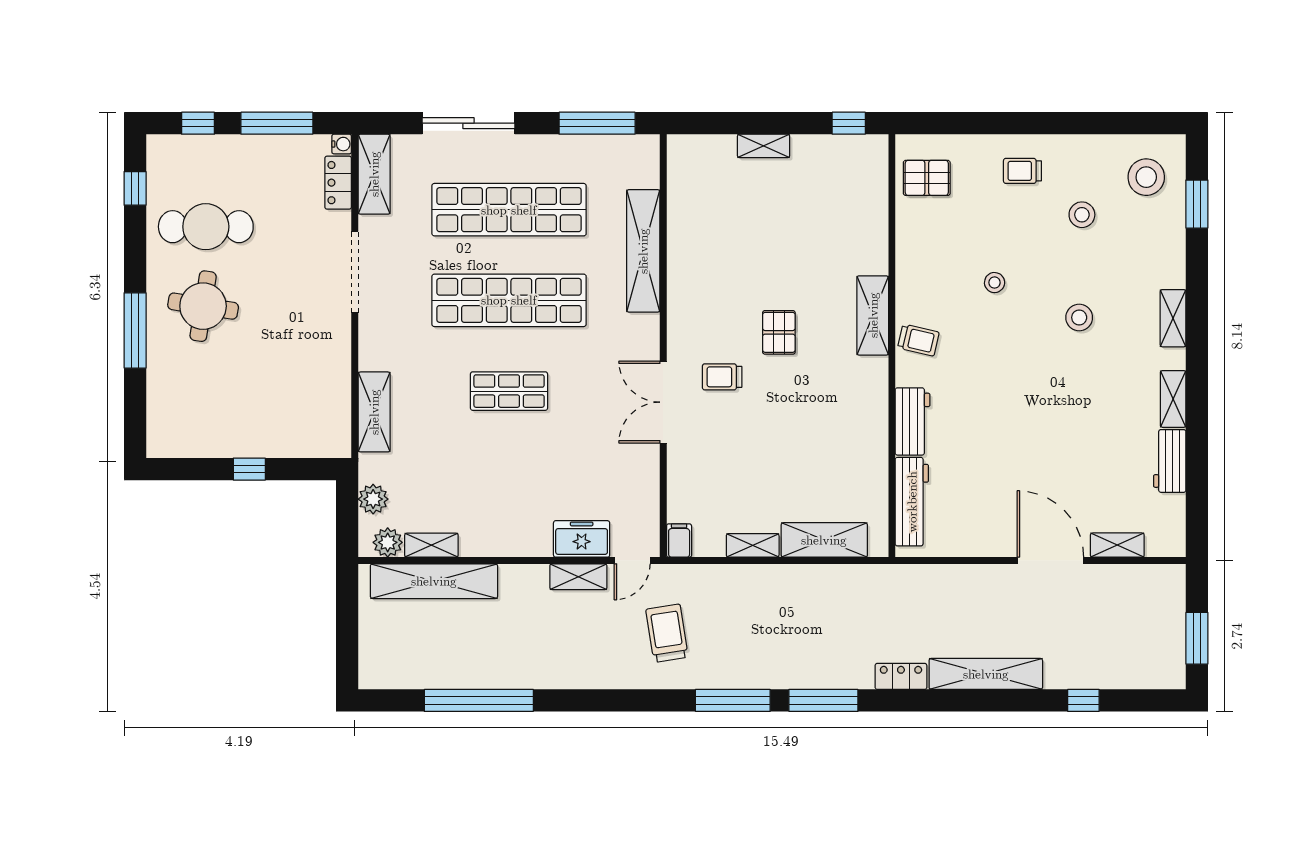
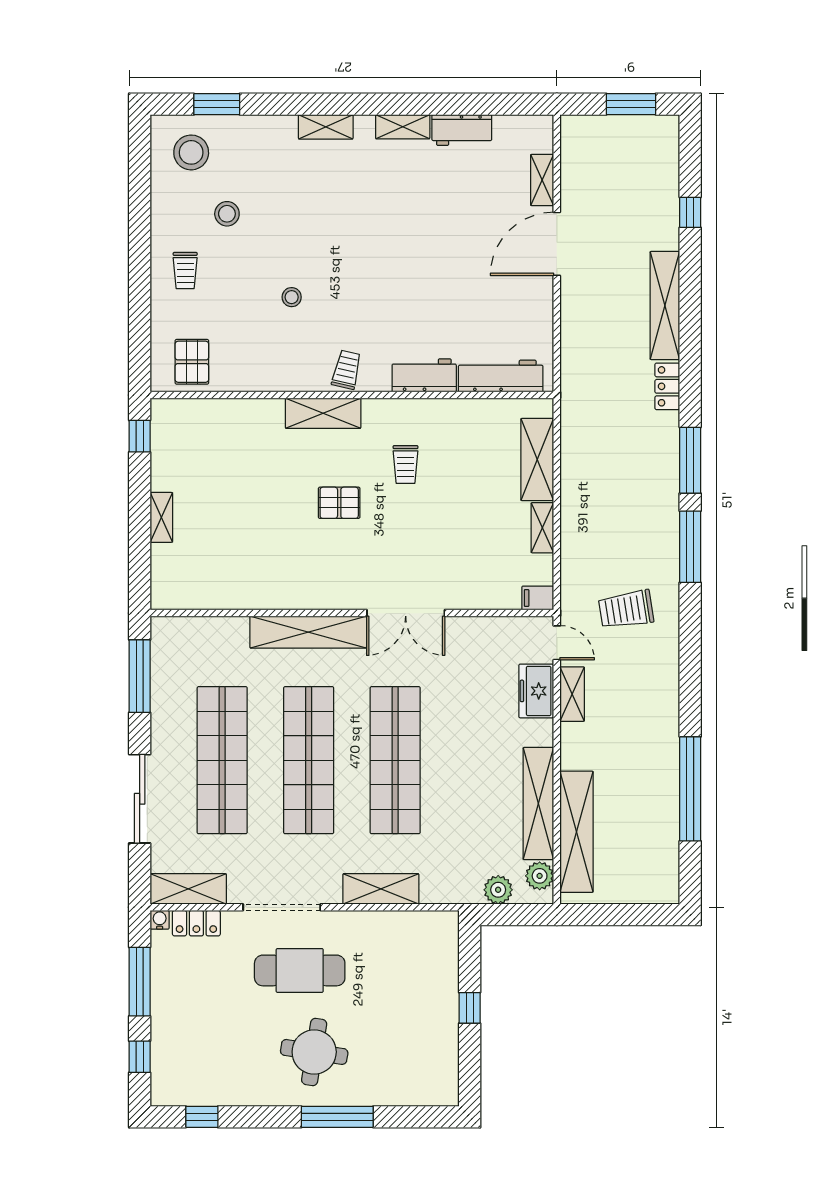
cafe table: (206, 227) -> (300, 970), moved, turned 90
shelving: (643, 251) -> (308, 632), moved
stool: (1079, 317) -> (325, 216), removed
trolley: (722, 377) -> (406, 464), moved
shop shelf: (509, 391) -> (395, 760), width x2.00, depth x1.36
shelving: (374, 412) -> (381, 889), moved
shelving: (431, 545) -> (538, 804), width x2.20, depth x1.33

